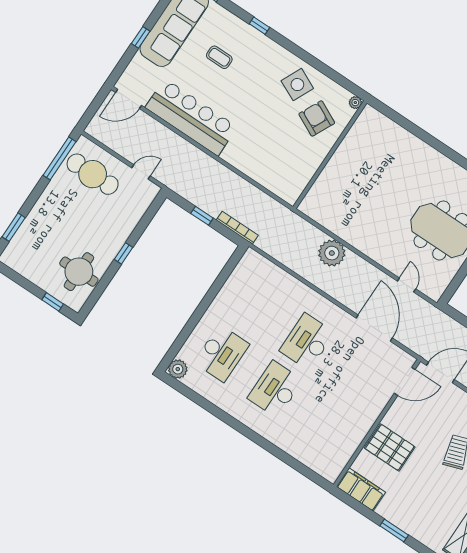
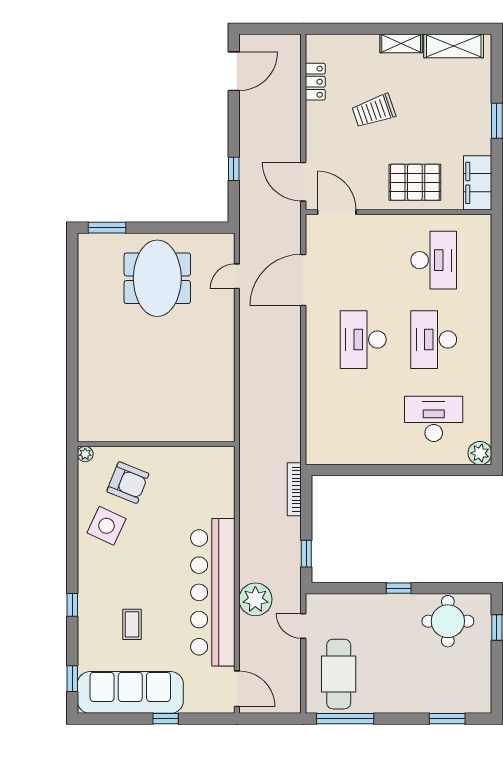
bar counter: (191, 117) -> (213, 592), width x1.36
armchair: (317, 118) -> (128, 483), turned -94
window: (202, 216) -> (306, 554), moved
plant: (332, 253) -> (255, 599), moved
desk: (307, 342) -> (363, 340), turned 90
desk: (275, 389) -> (434, 340), turned 90
desk: (329, 425) -> (434, 260), added
pallet: (390, 447) -> (415, 182), turned 90

